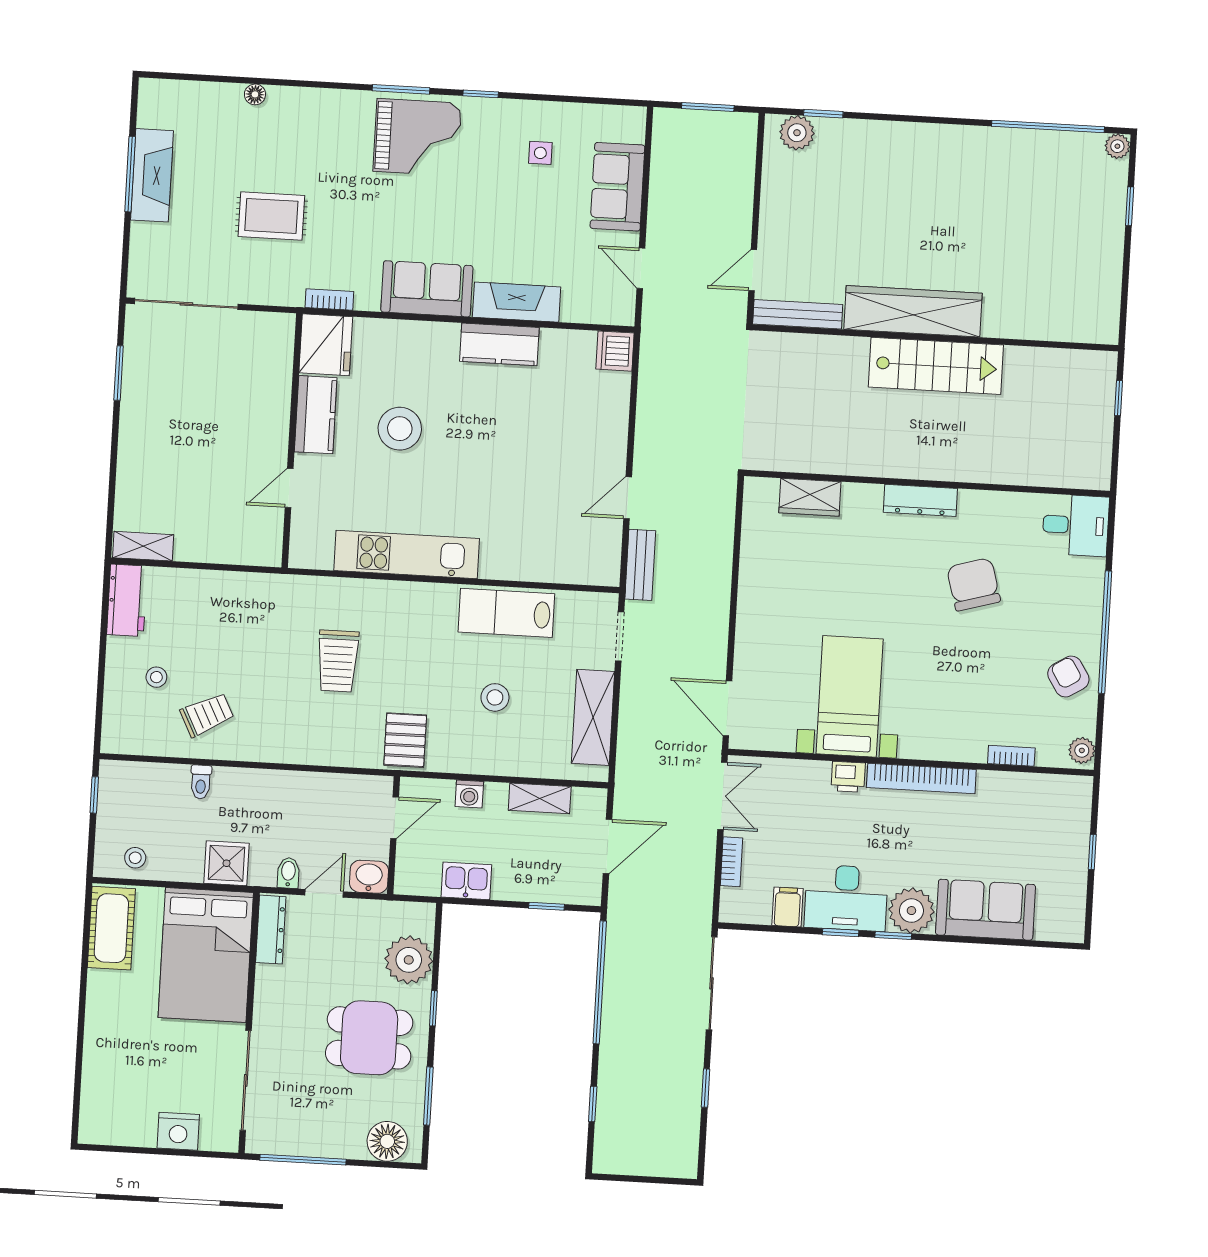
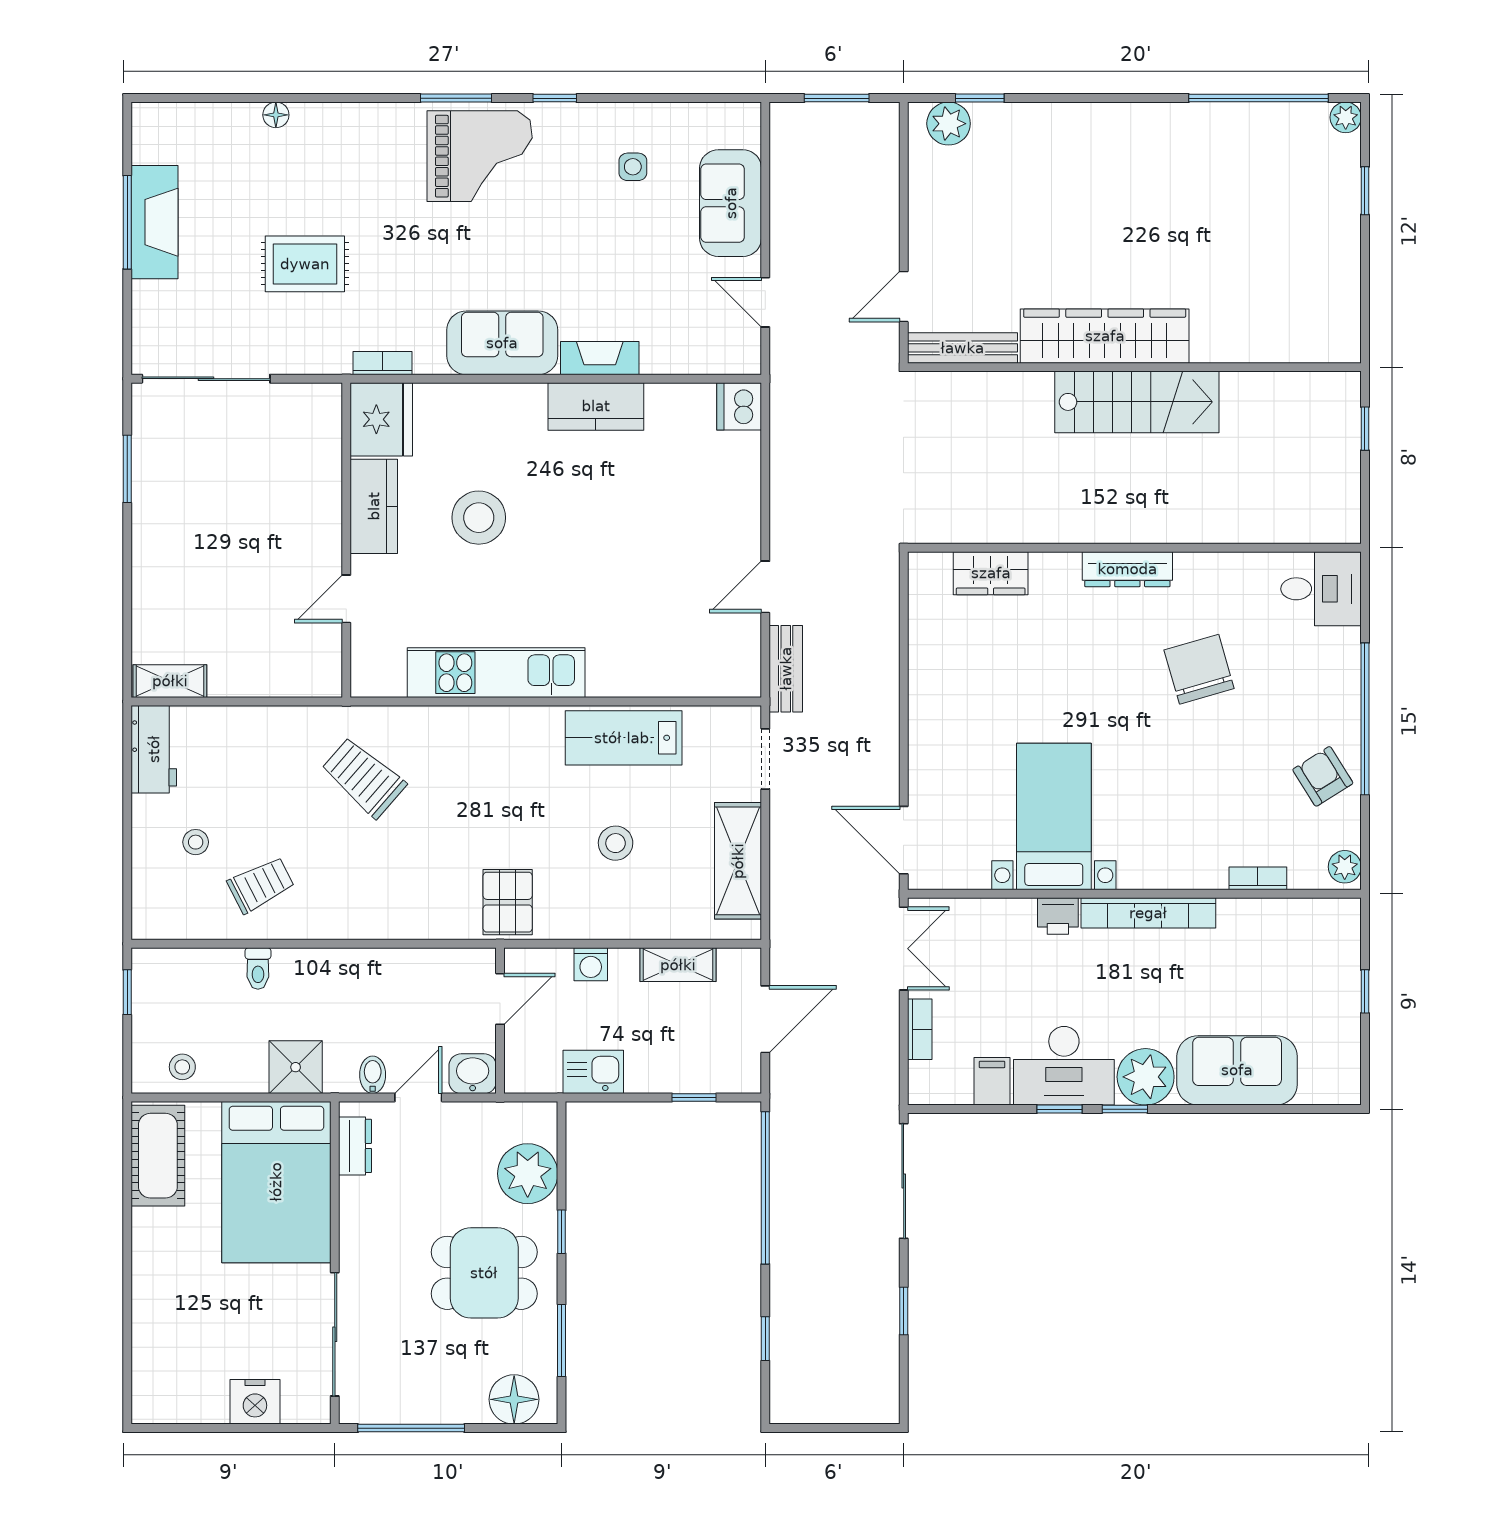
fireplace: (517, 302) -> (600, 358), width x0.73, depth x0.76
trolley: (338, 661) -> (364, 777), moved, turned 131
dresser: (271, 930) -> (355, 1146), width x0.70

